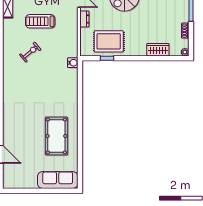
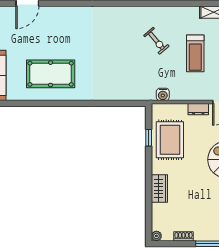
treadmill: (40, 21) -> (195, 53), turned 180
wardrobe: (158, 50) -> (159, 188), moved
water cooler: (73, 63) -> (163, 94), moved

